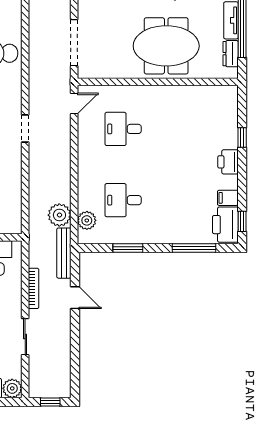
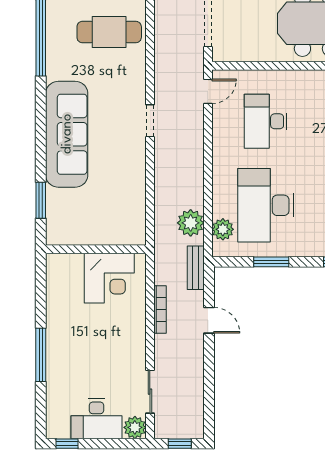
desk: (123, 129) -> (266, 121), width x1.37
desk: (123, 200) -> (266, 205), width x1.87, depth x1.30
bench: (64, 253) -> (196, 268), width x0.73
sliding door: (25, 337) -> (150, 392), moved

